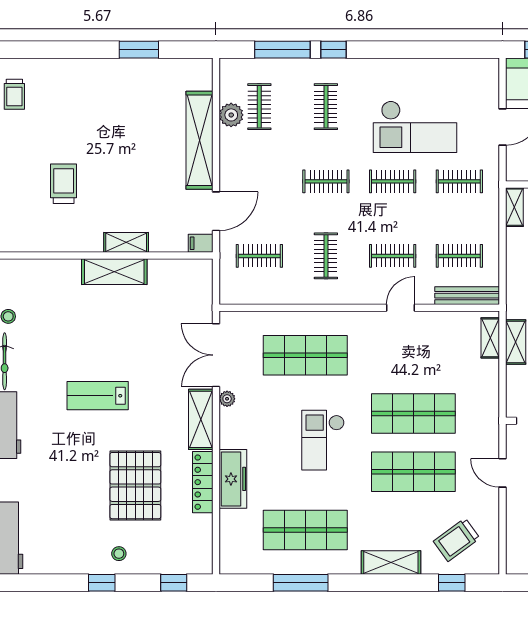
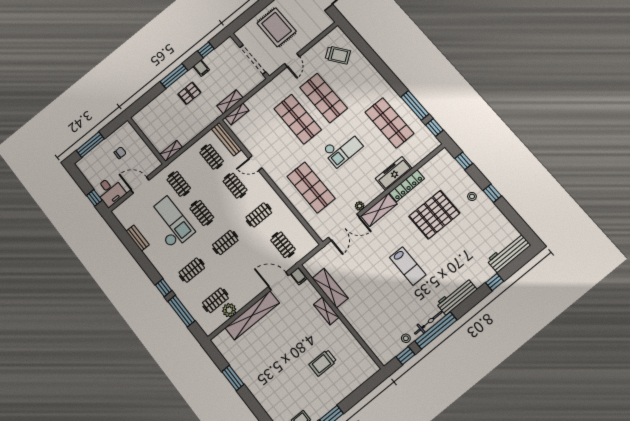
bench: (431, 67) -> (138, 238), added
clothes rail: (326, 181) -> (225, 243), turned 90
shelving: (114, 272) -> (330, 288), moved
shelving: (391, 563) -> (372, 74), removed
window: (452, 583) -> (434, 128), moved

